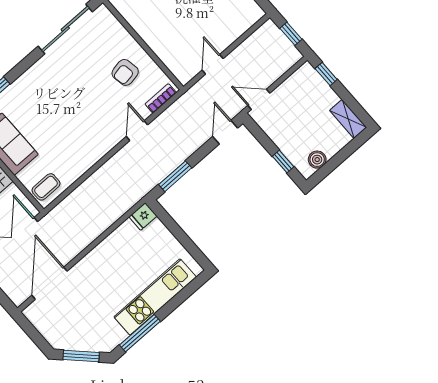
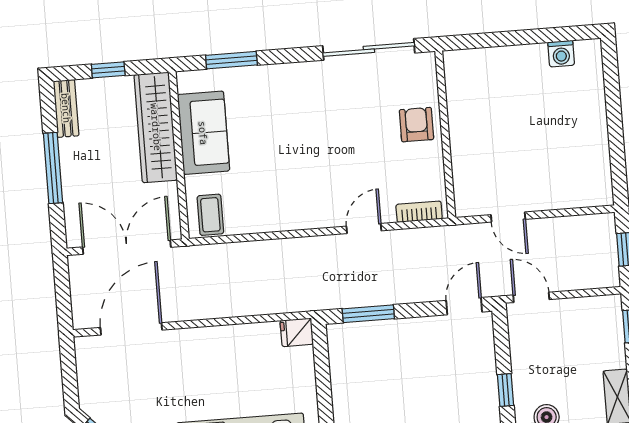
door: (213, 64) -> (508, 217), swing flipped
armchair: (125, 72) -> (416, 125), moved, turned 100
coffee table: (46, 187) -> (210, 215), turned 90

